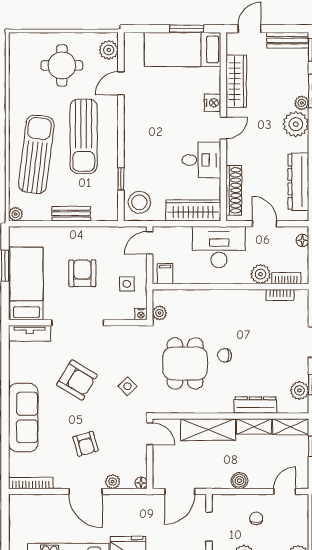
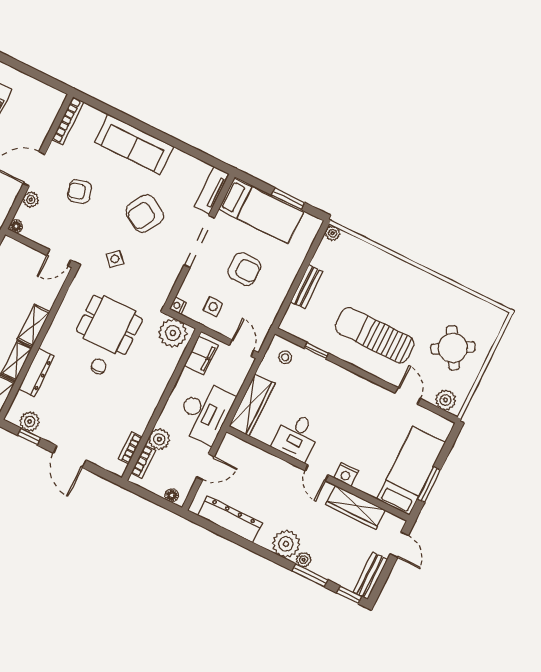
round table: (62, 65) -> (453, 348), turned -30
sun lounger: (36, 154) -> (380, 281), removed
shoe rack: (234, 190) -> (252, 453), removed
stool: (139, 202) -> (285, 357), width x0.53, depth x0.53
filing cabinet: (165, 274) -> (201, 355), width x2.00
plant: (159, 313) -> (173, 333), width x1.88, depth x1.88
shelving: (208, 430) -> (34, 325), width x0.67, depth x0.75

